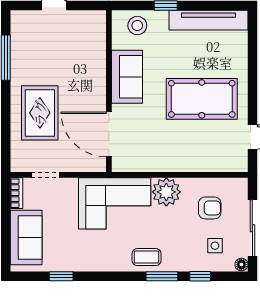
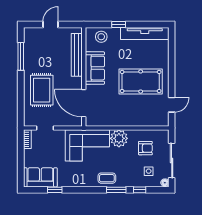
bench: (97, 55) -> (77, 55), added
sofa: (26, 238) -> (40, 177), moved, turned -90

